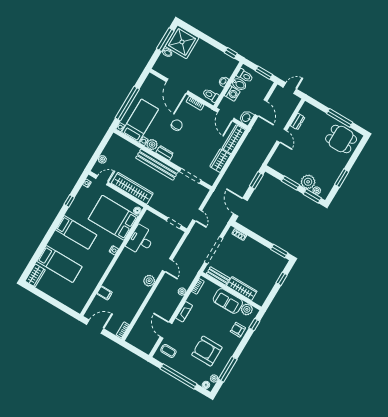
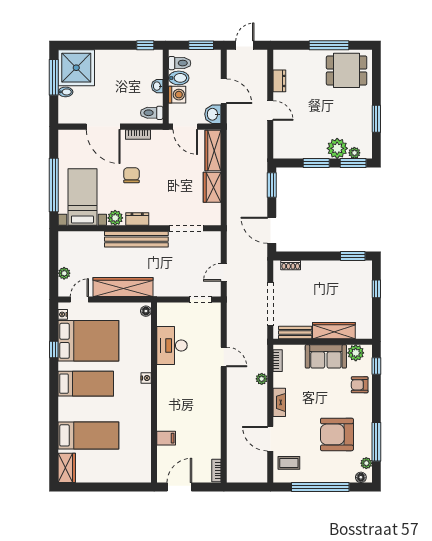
door: (197, 215) -> (224, 272), swing flipped
bed: (113, 218) -> (88, 341), moved, turned 180
plant: (149, 281) -> (213, 390), removed

